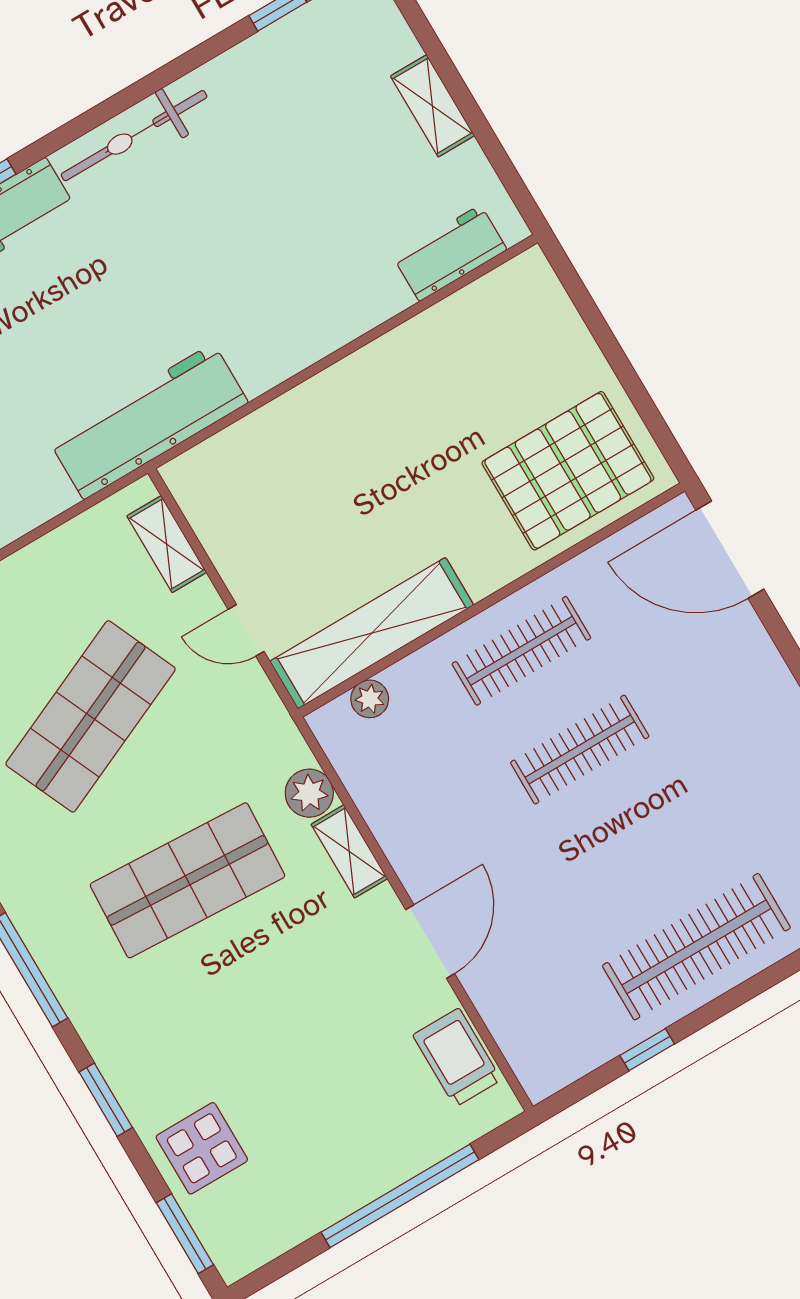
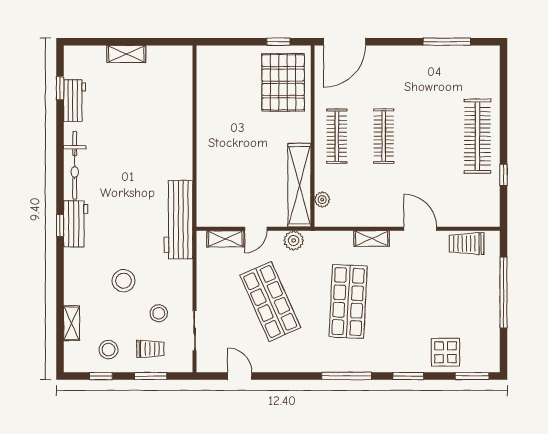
workbench: (450, 253) -> (75, 100), moved, turned 180
window: (647, 410) -> (278, 42), added
door: (246, 630) -> (256, 229), moved
plant: (309, 793) -> (294, 240), moved

